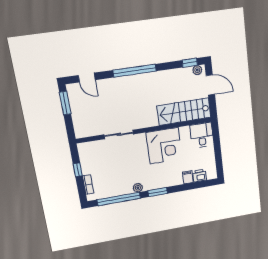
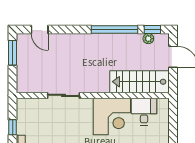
plant: (197, 70) -> (148, 39), moved
window: (135, 71) -> (115, 30), moved
desk: (202, 135) -> (144, 112), moved

